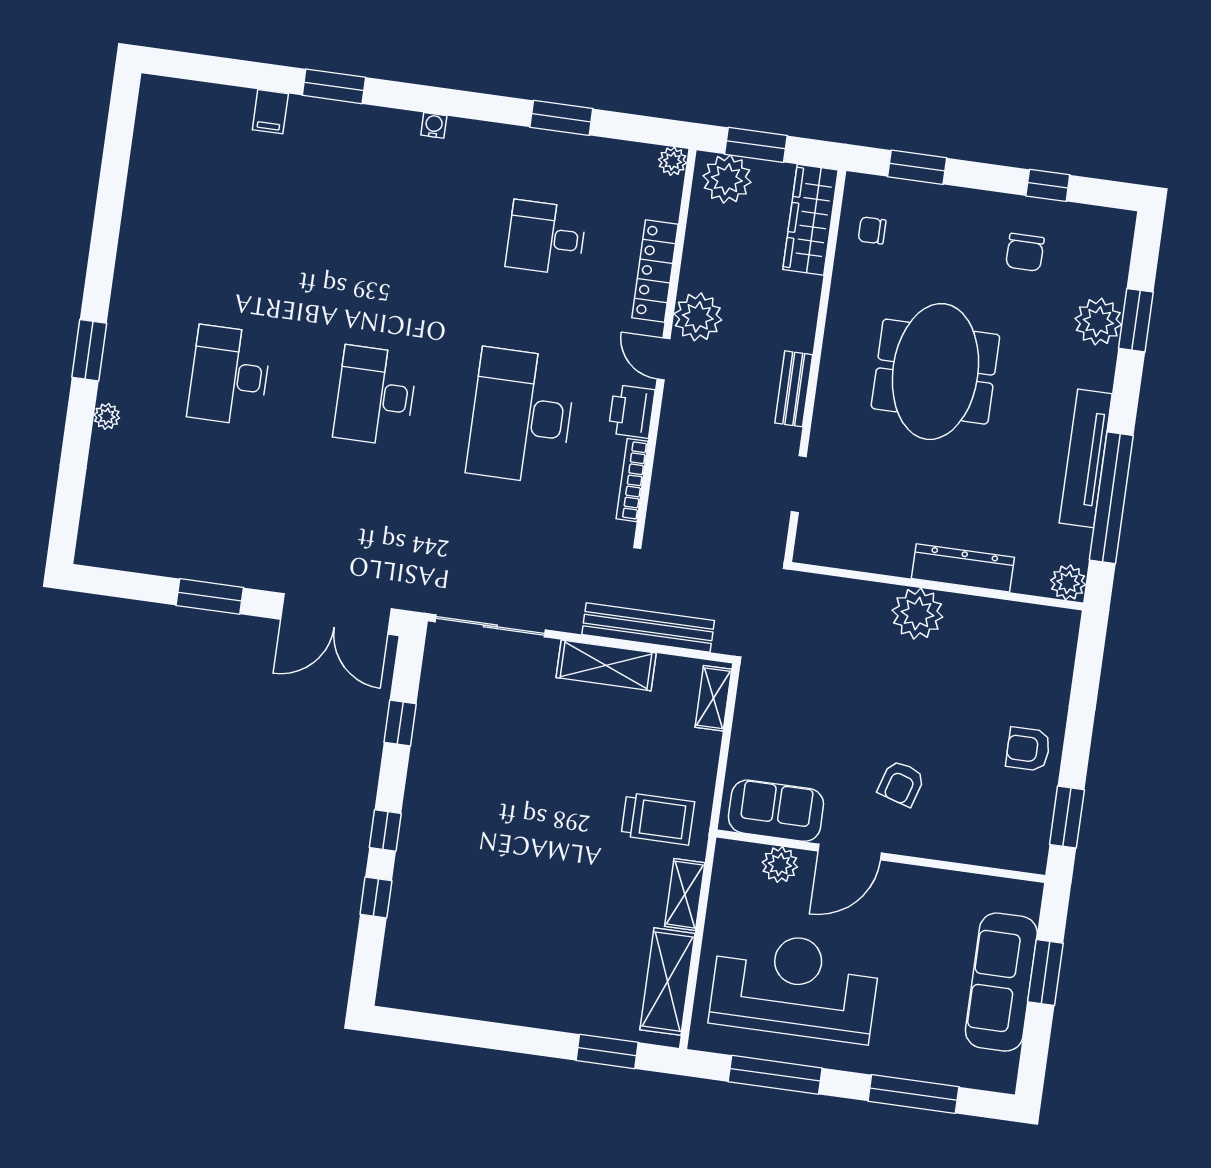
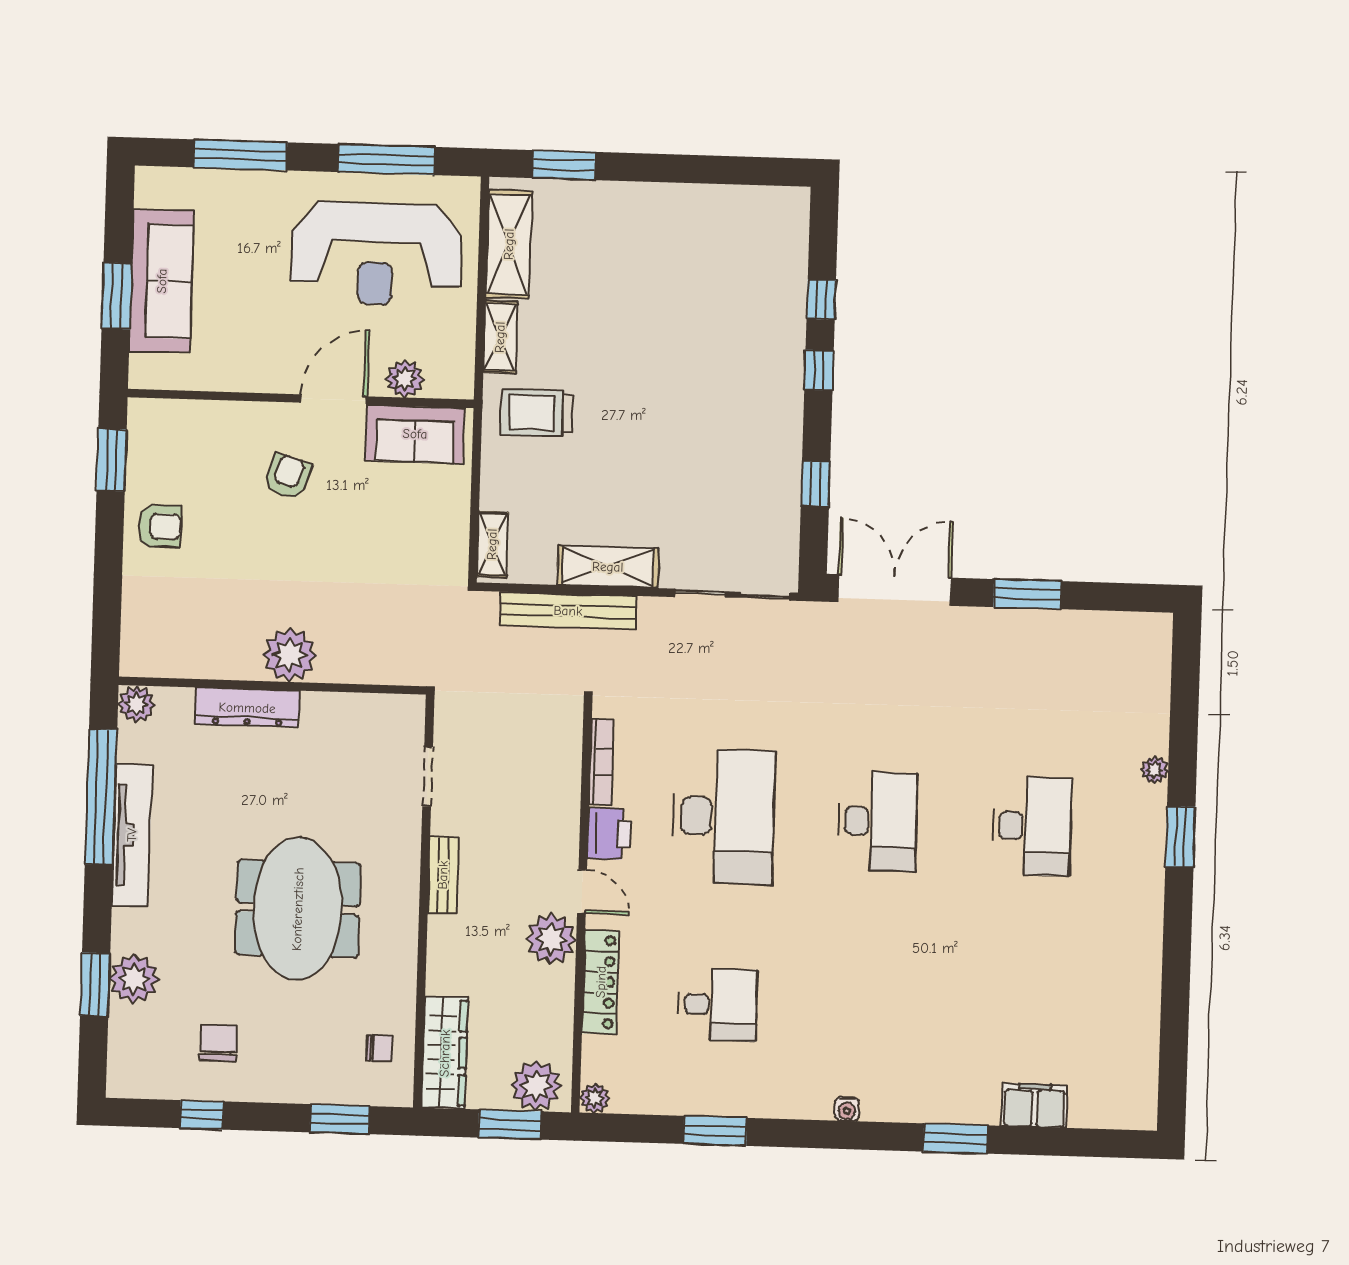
filing cabinet: (270, 112) -> (1034, 1106), width x2.00

